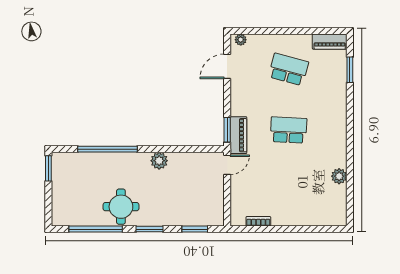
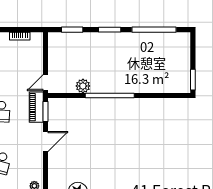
door: (227, 66) -> (45, 142), moved
window: (107, 149) -> (110, 96), moved
plant: (159, 161) -> (83, 86), moved
round table: (121, 207) -> (133, 48), removed

